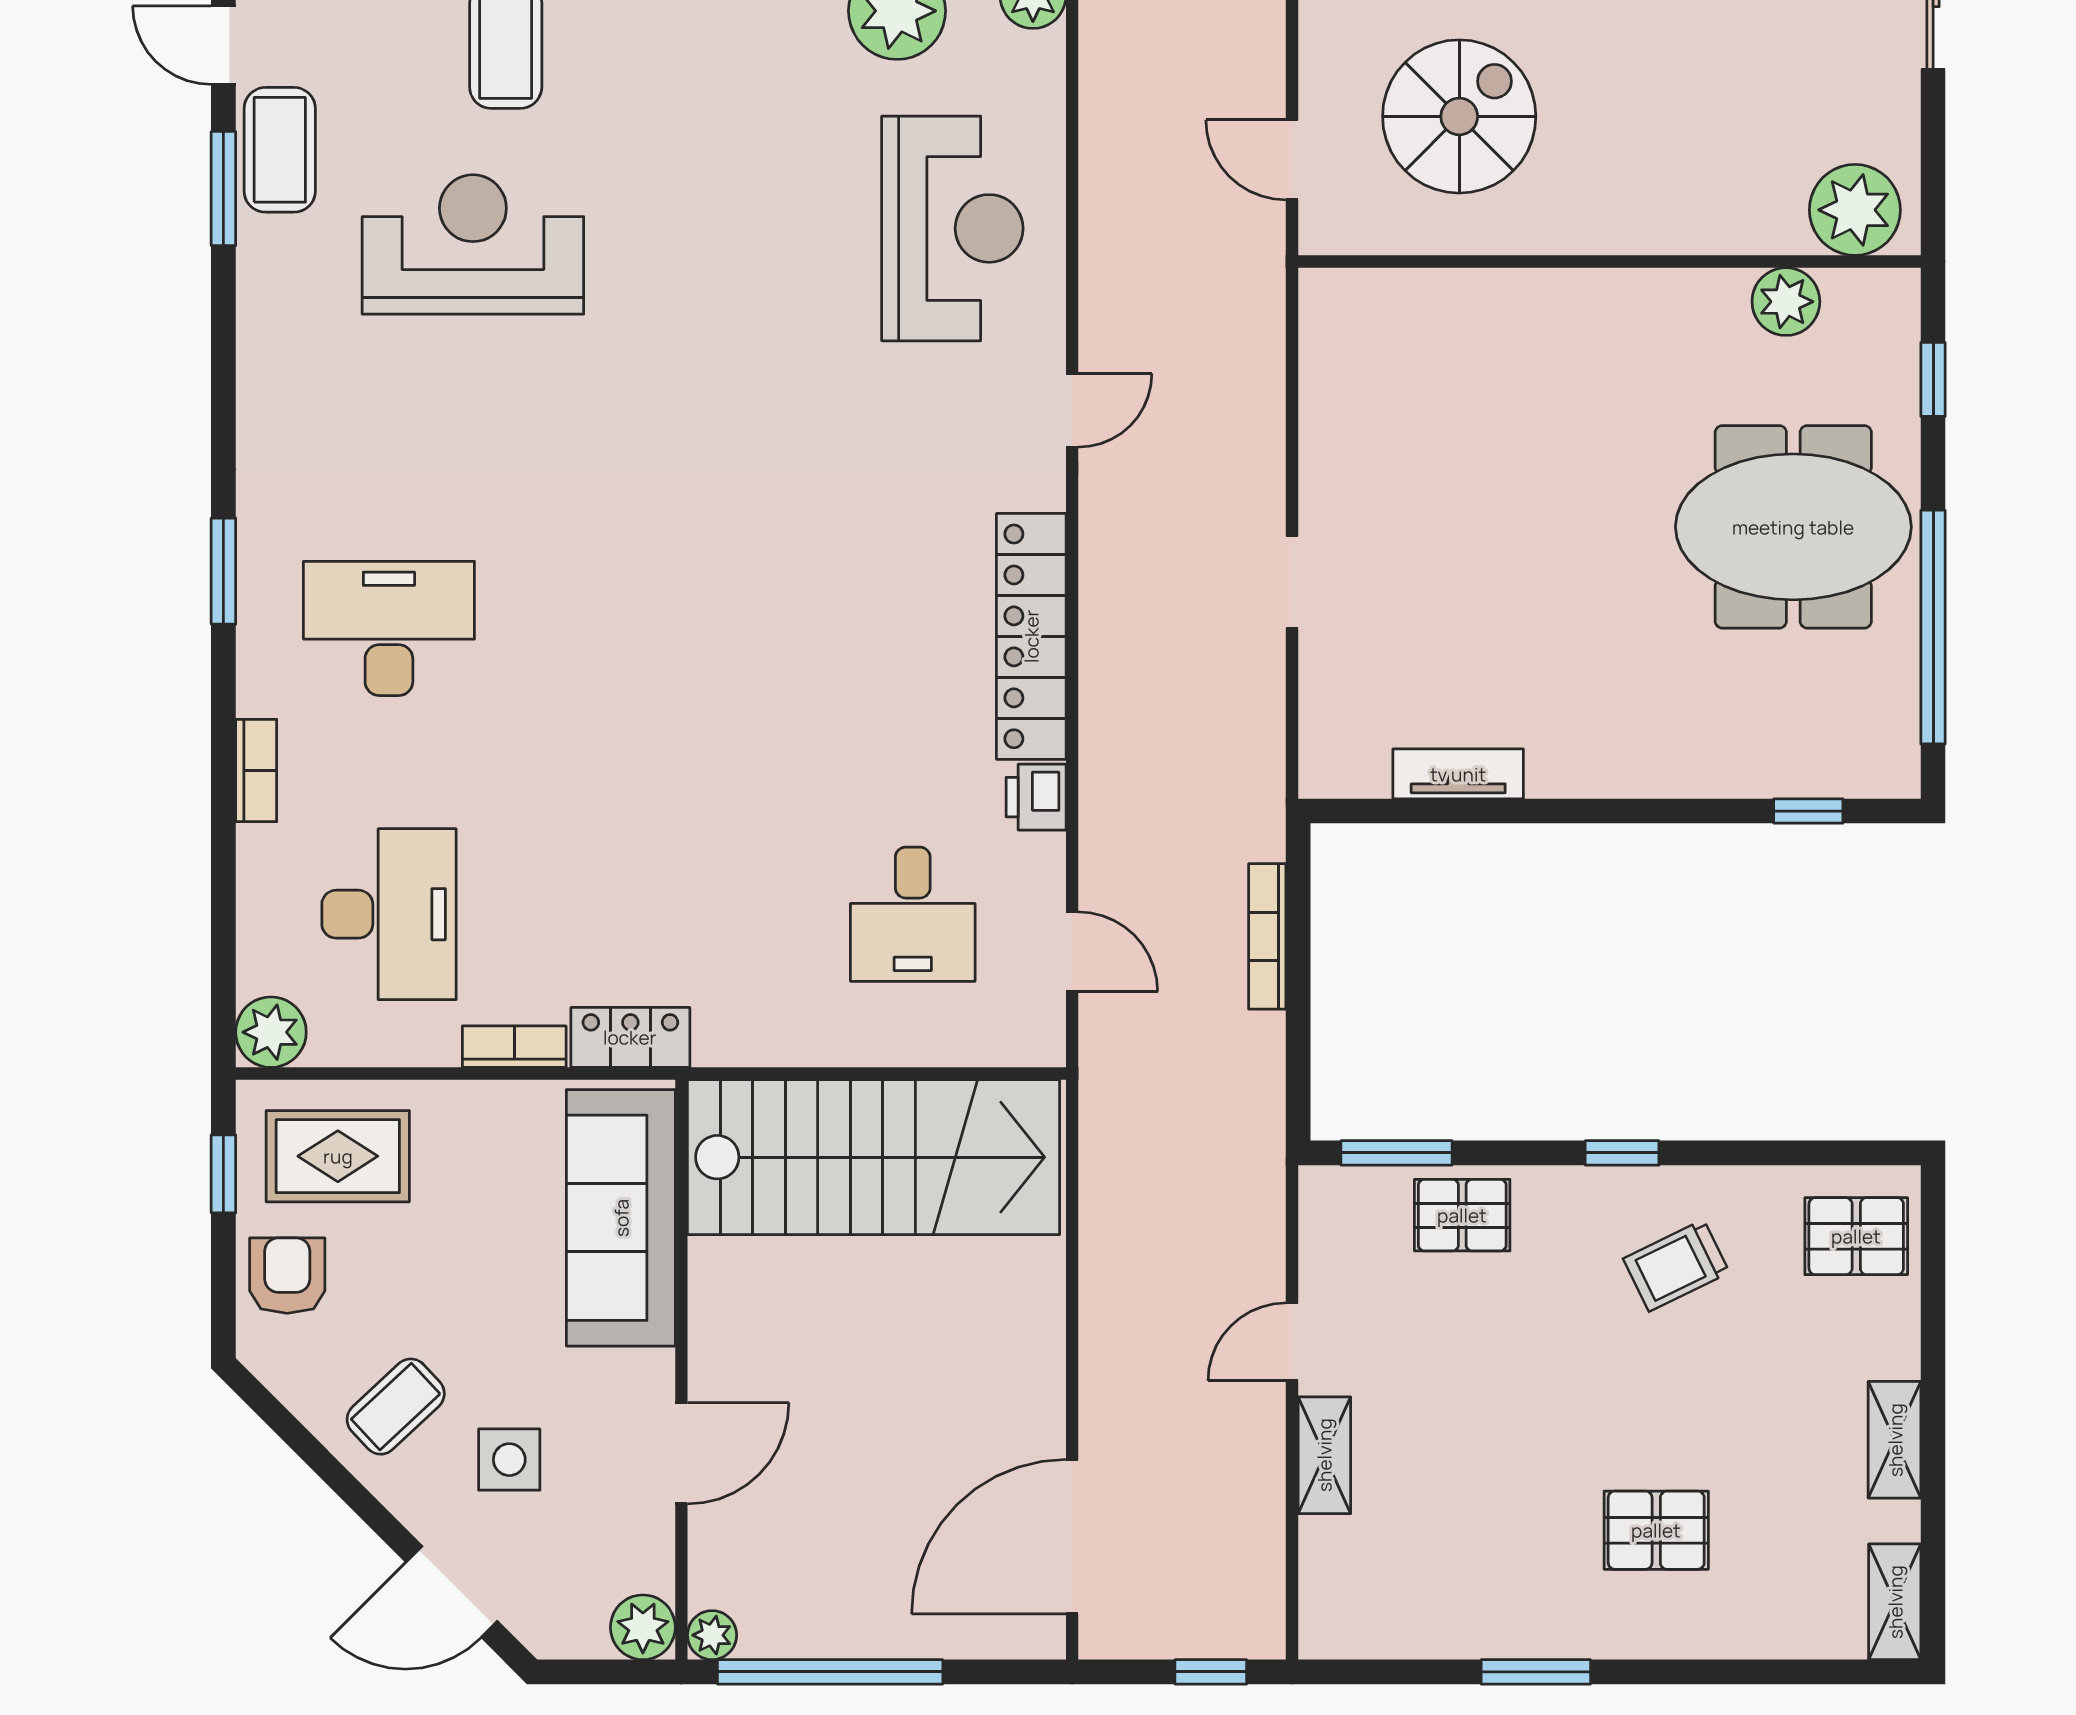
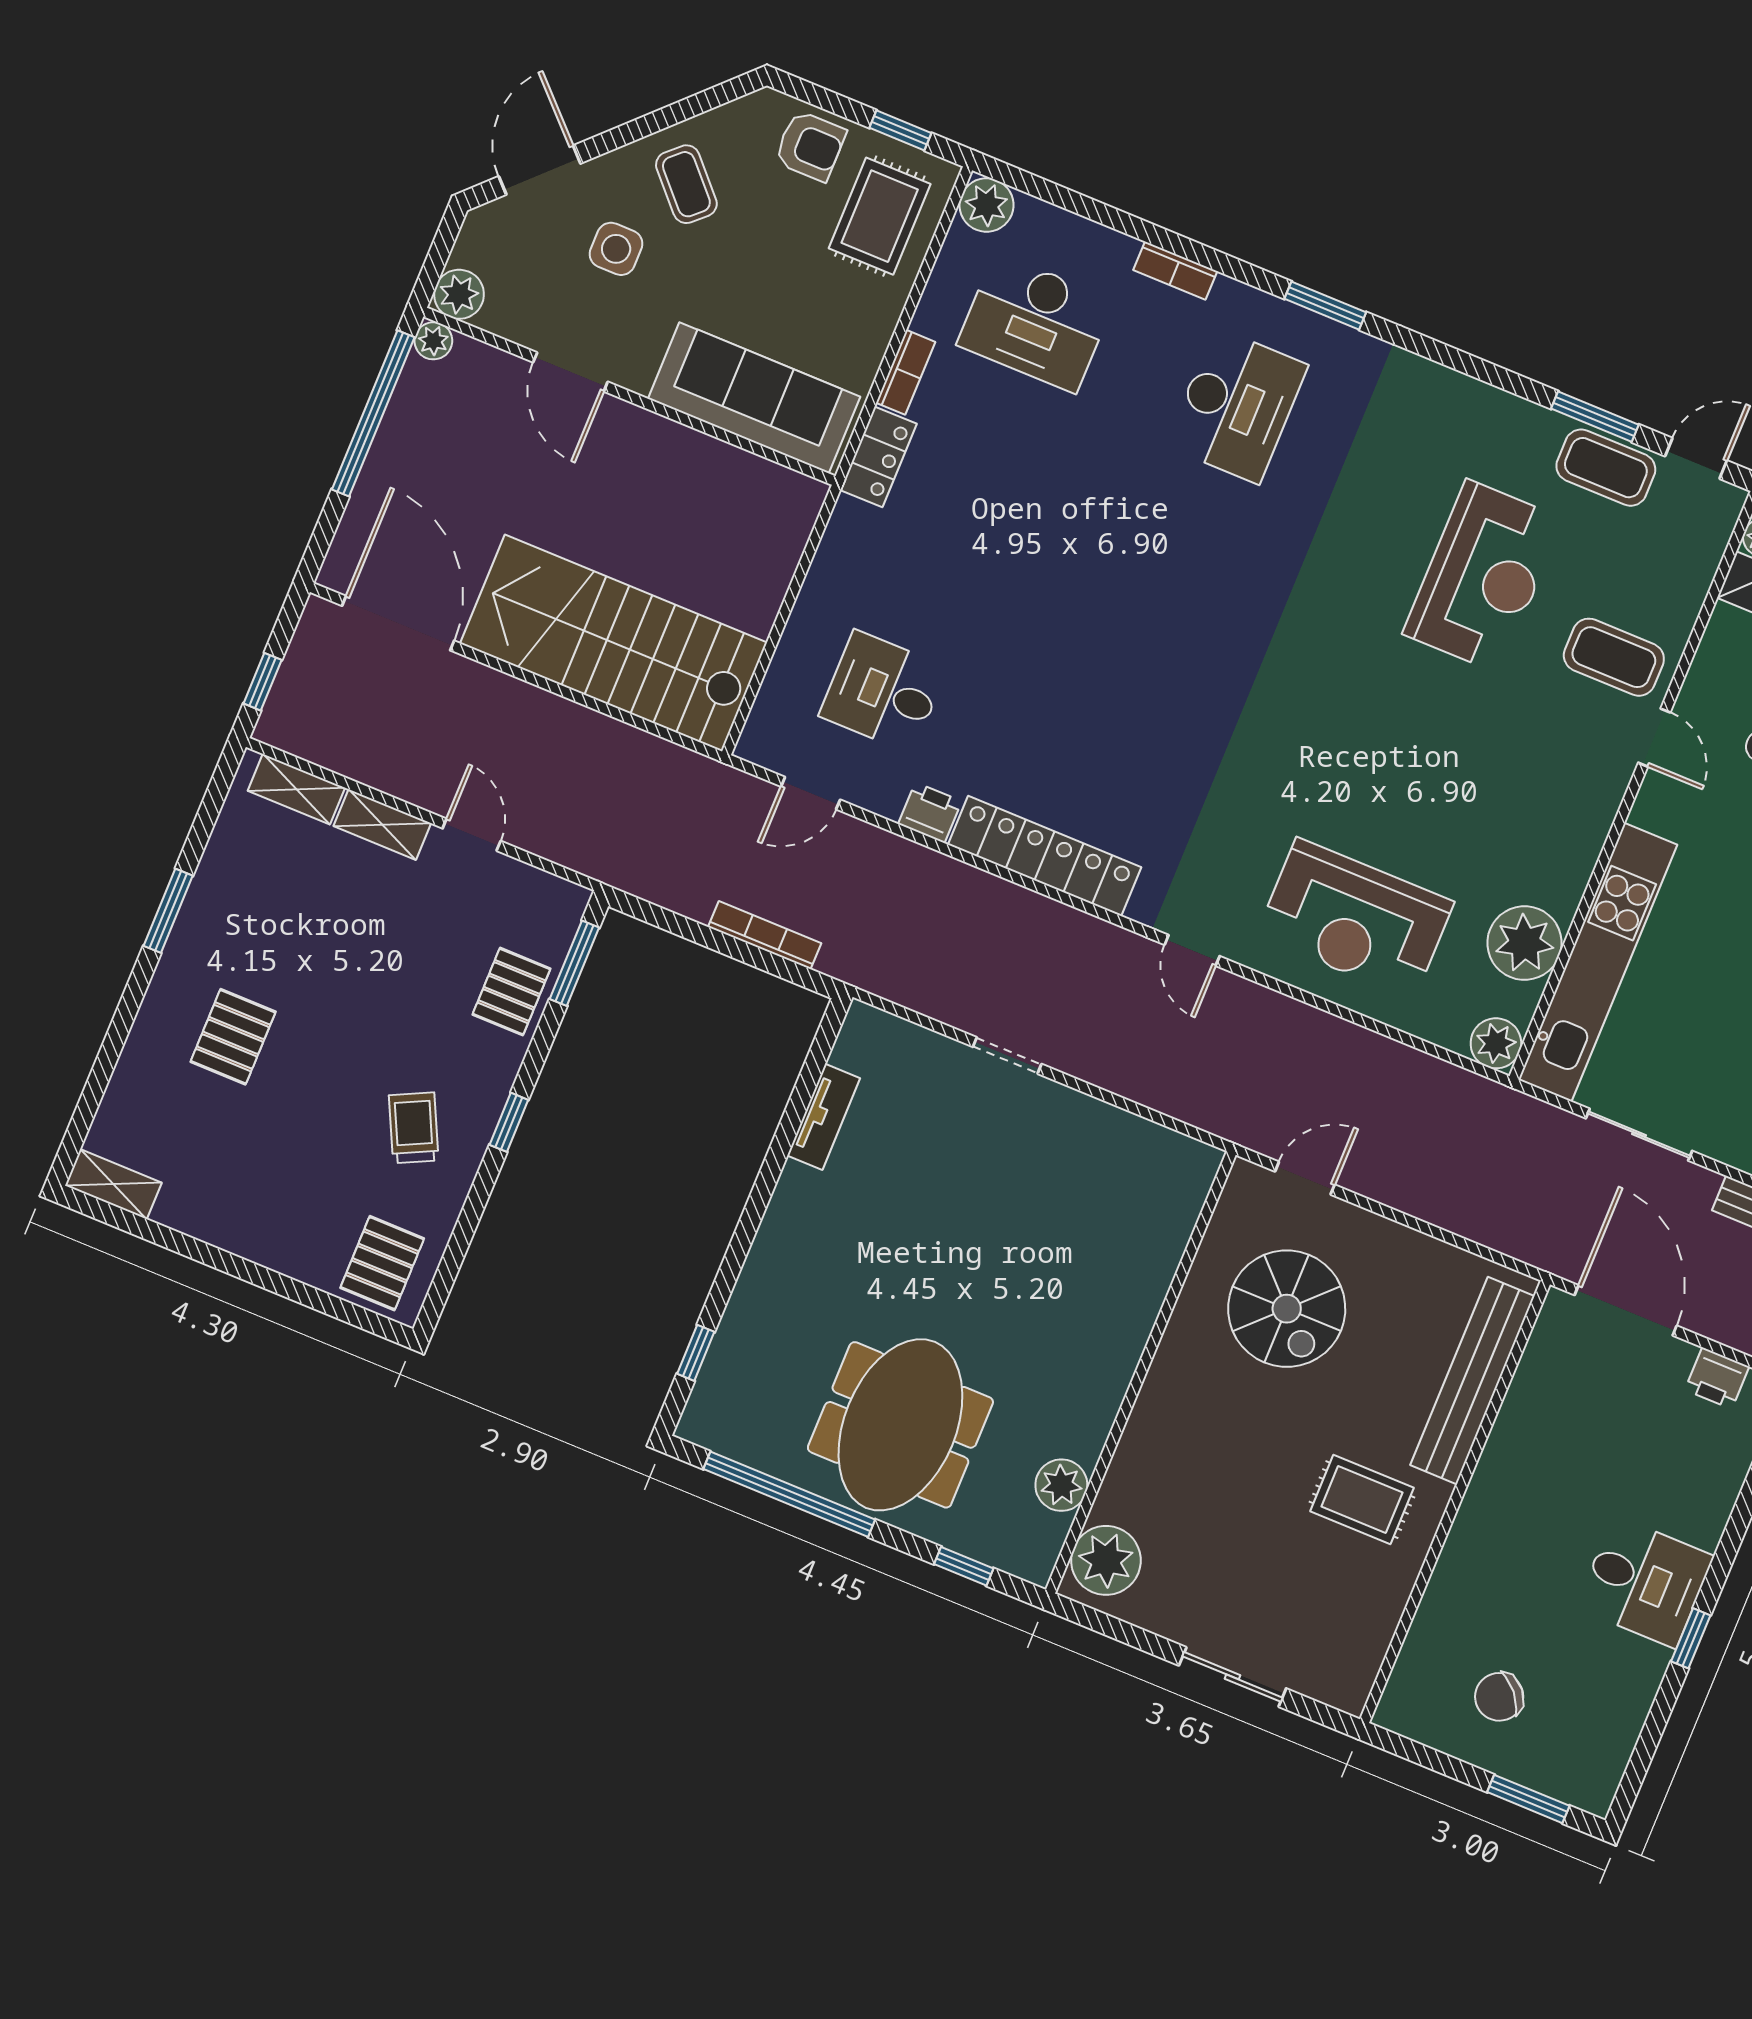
stairs: (874, 1157) -> (613, 643), moved, turned 90
shelving: (1895, 1440) -> (296, 789), moved

